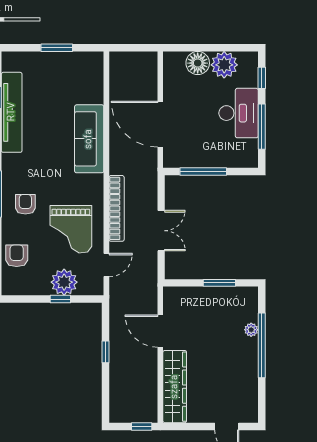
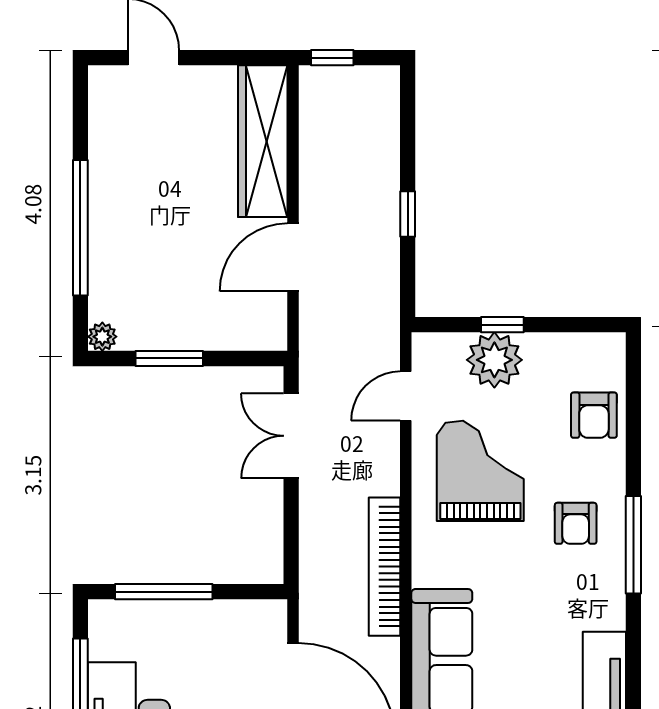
window: (203, 172) -> (164, 592), moved
bookcase: (117, 208) -> (384, 567), moved
double door: (161, 231) -> (291, 436), moved
plant: (251, 330) -> (102, 337), moved
door: (160, 331) -> (293, 257), swing flipped

